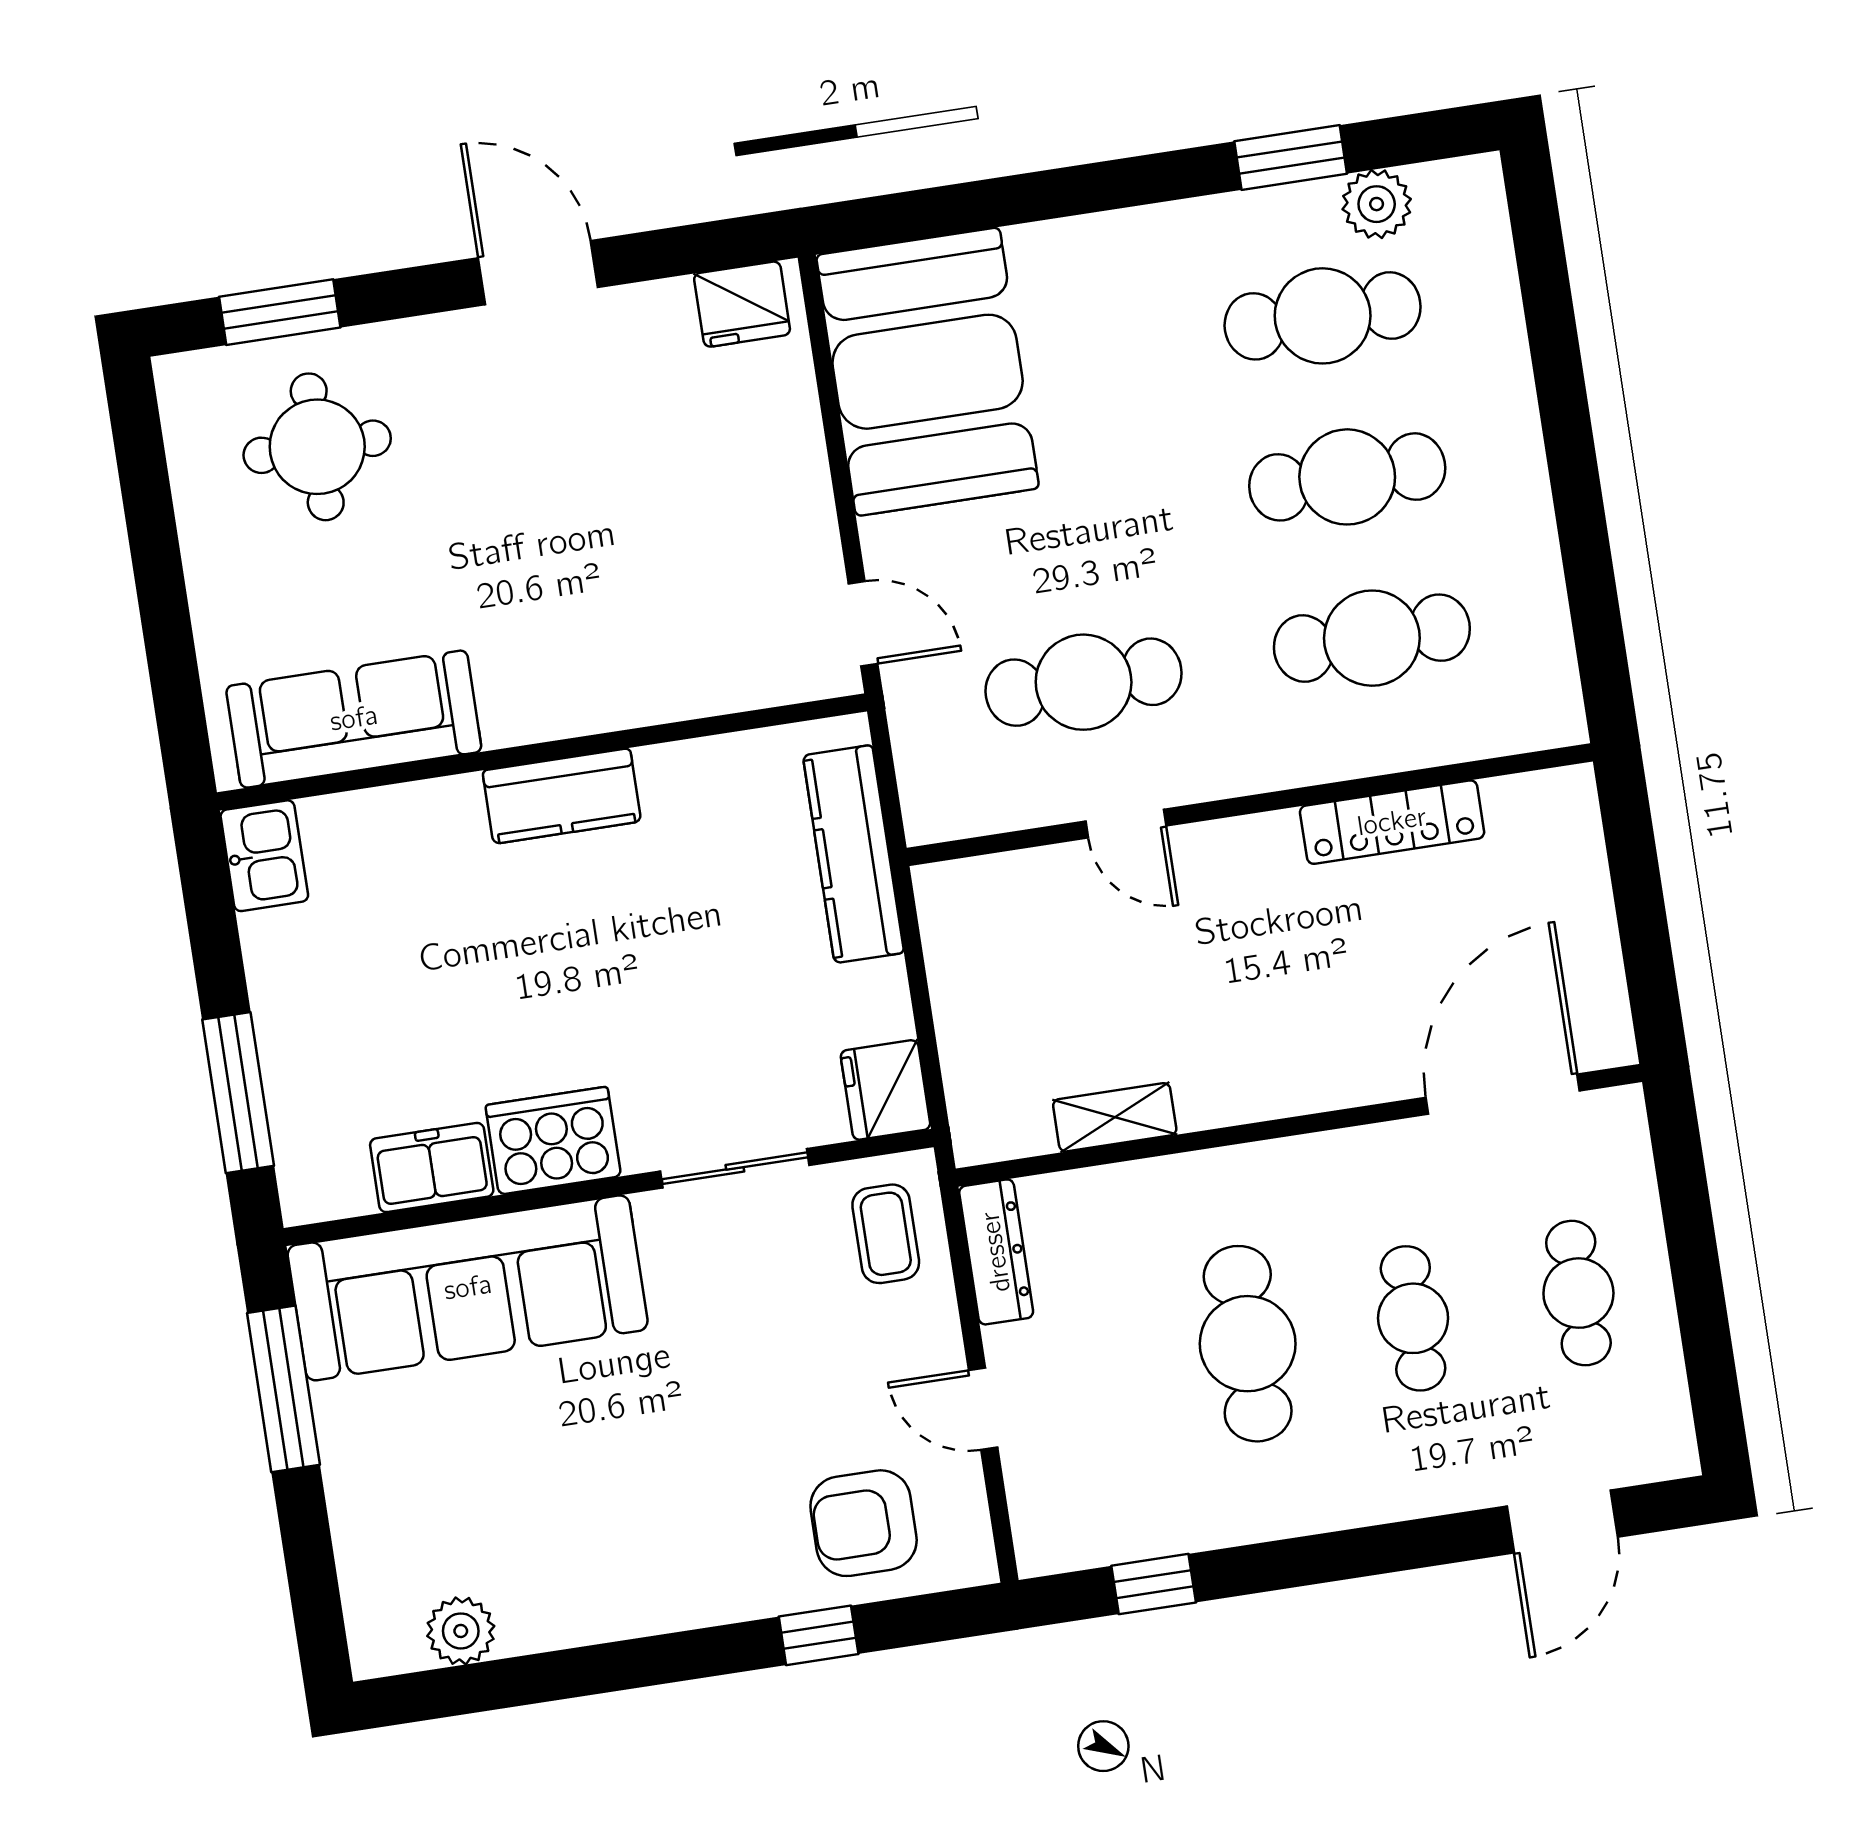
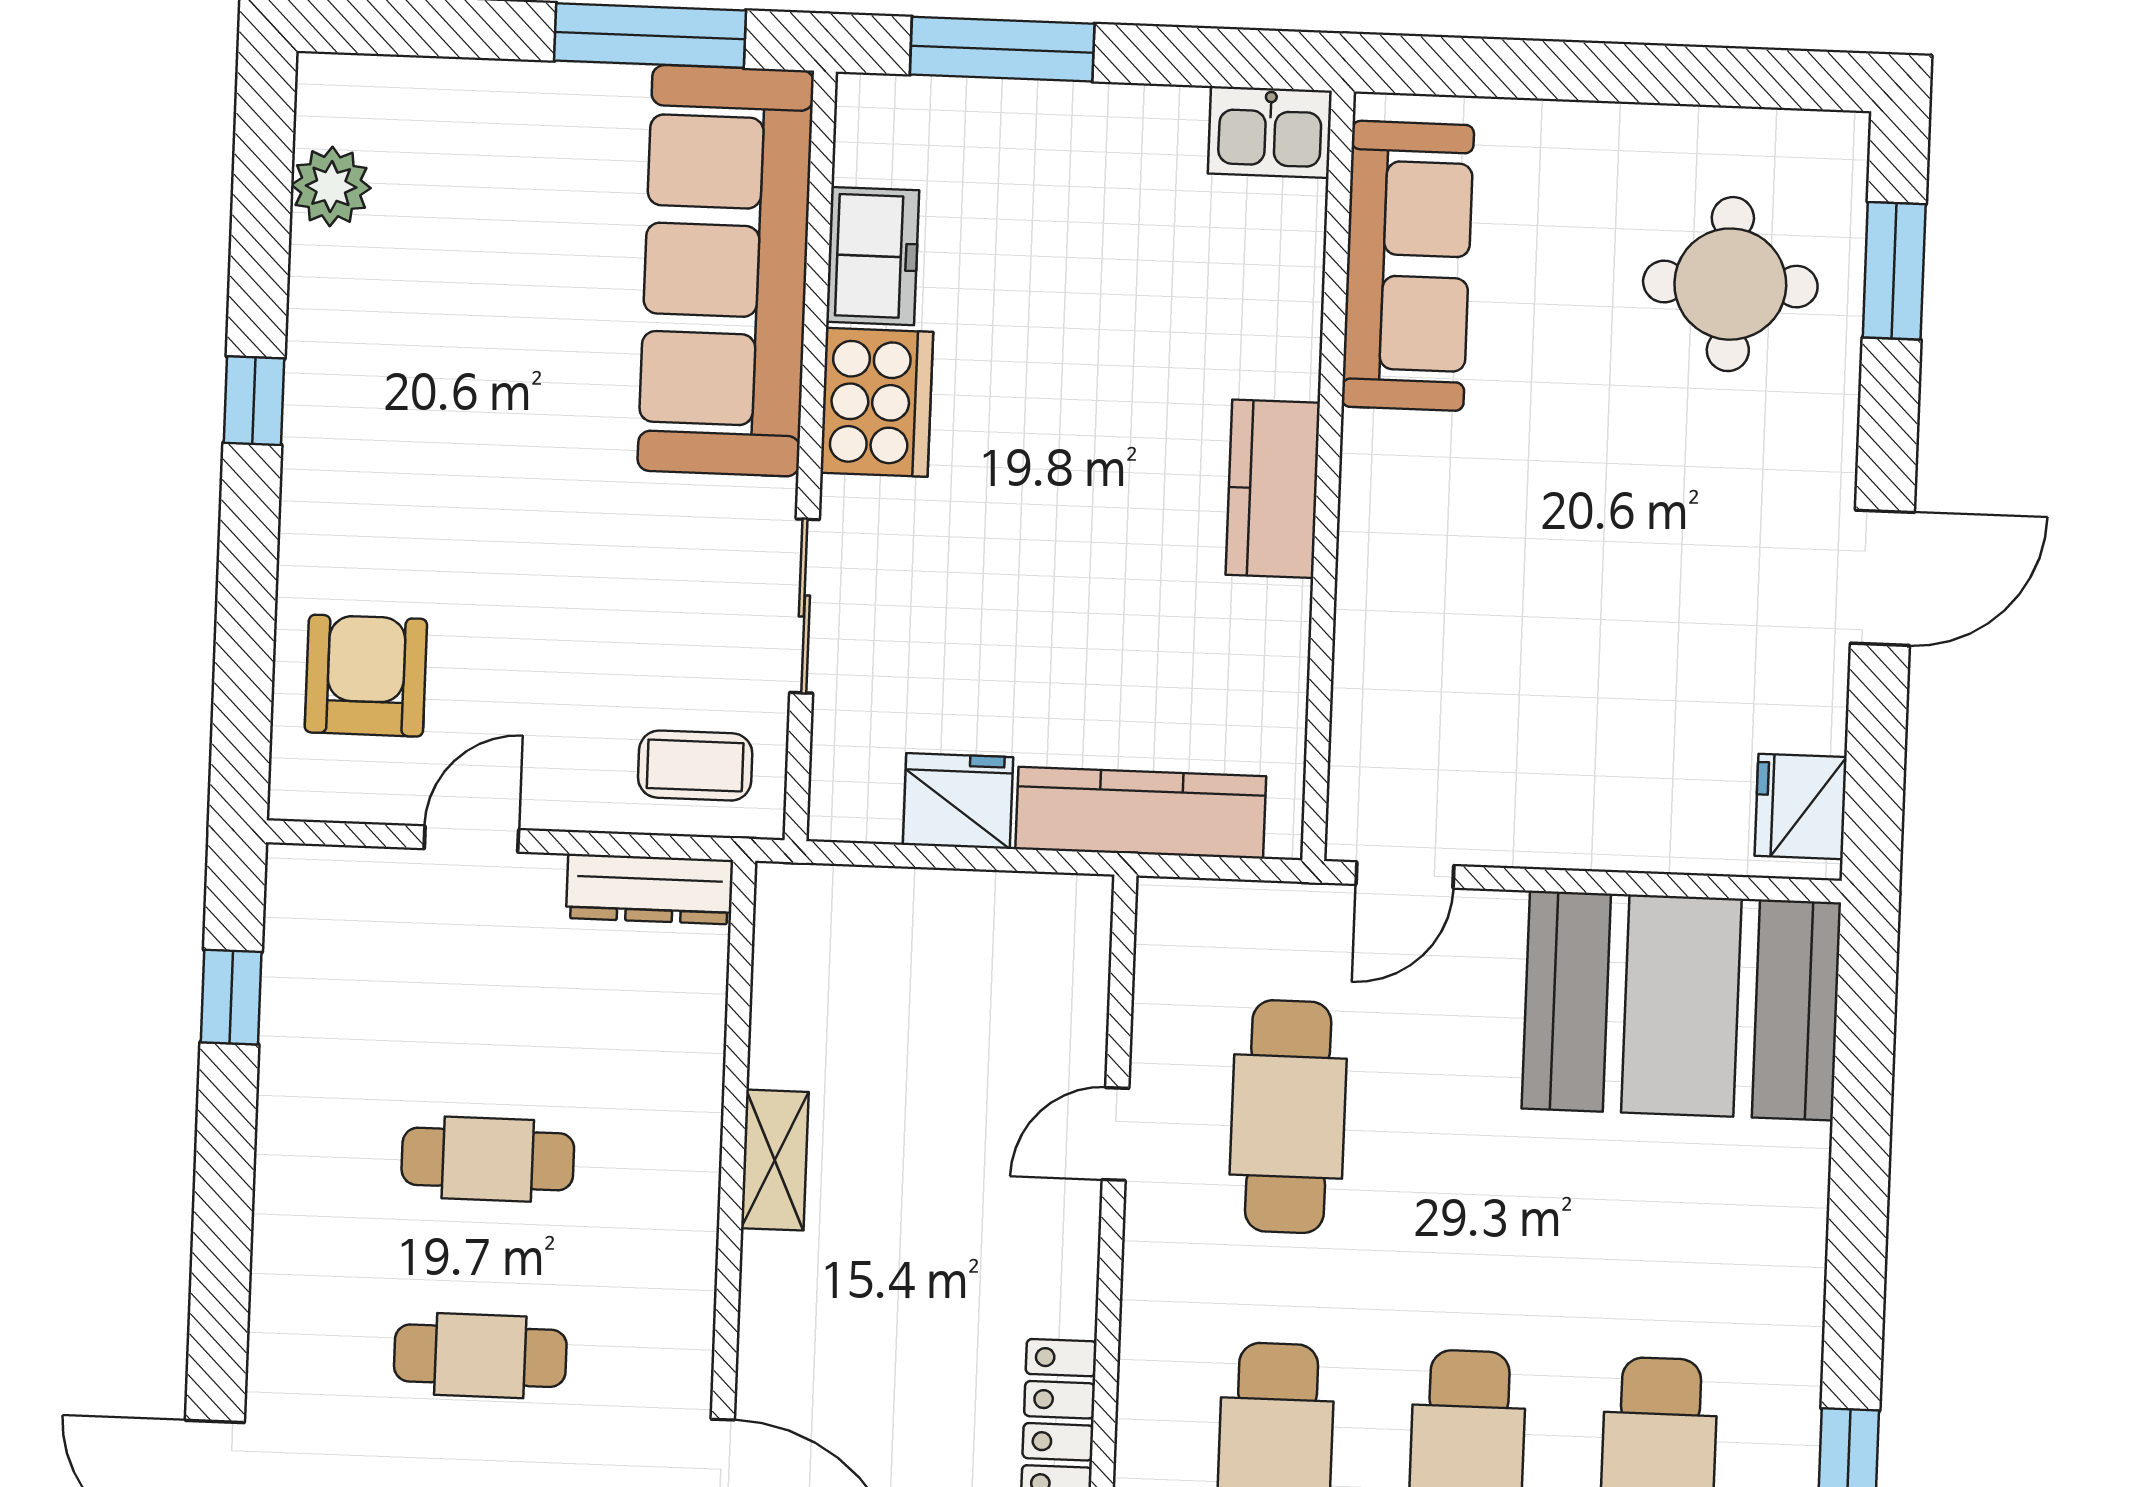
fridge: (885, 1090) -> (958, 801), moved
shelving: (1115, 1117) -> (775, 1160), moved
cafe table: (1248, 1344) -> (488, 1159), width x0.73, depth x0.74
window: (819, 1635) -> (254, 401), moved

